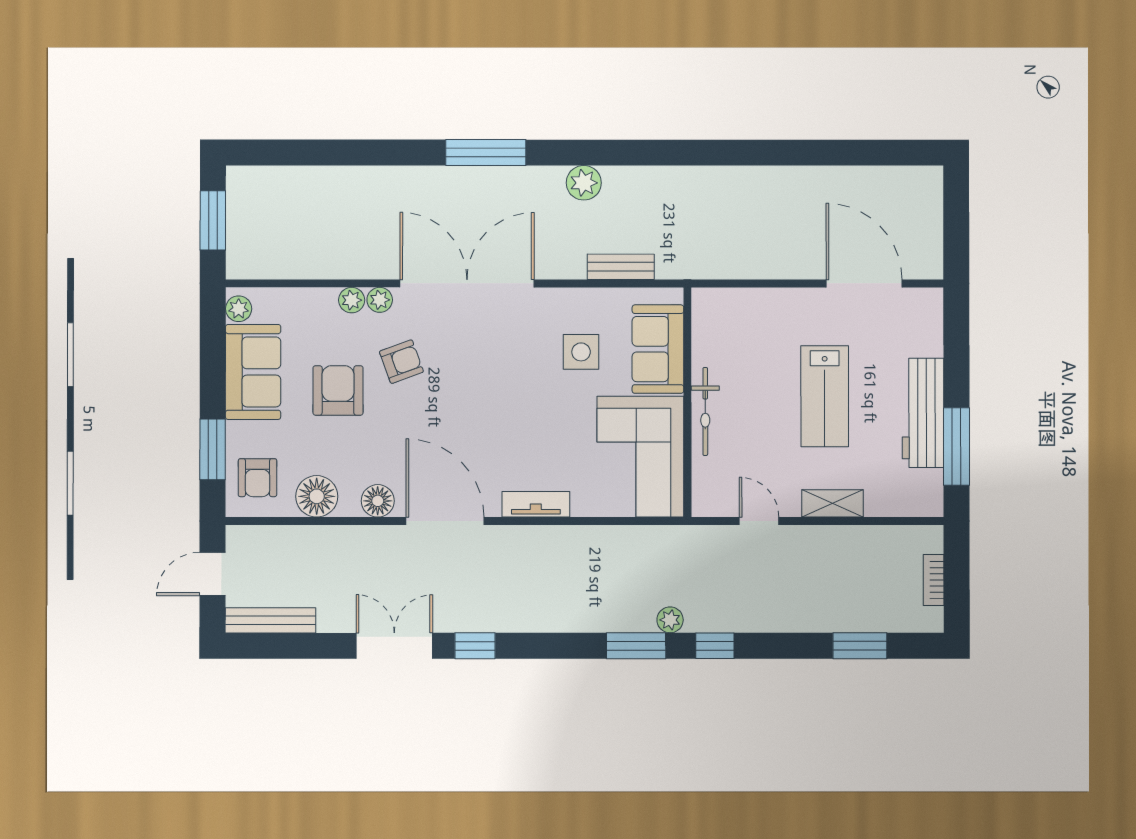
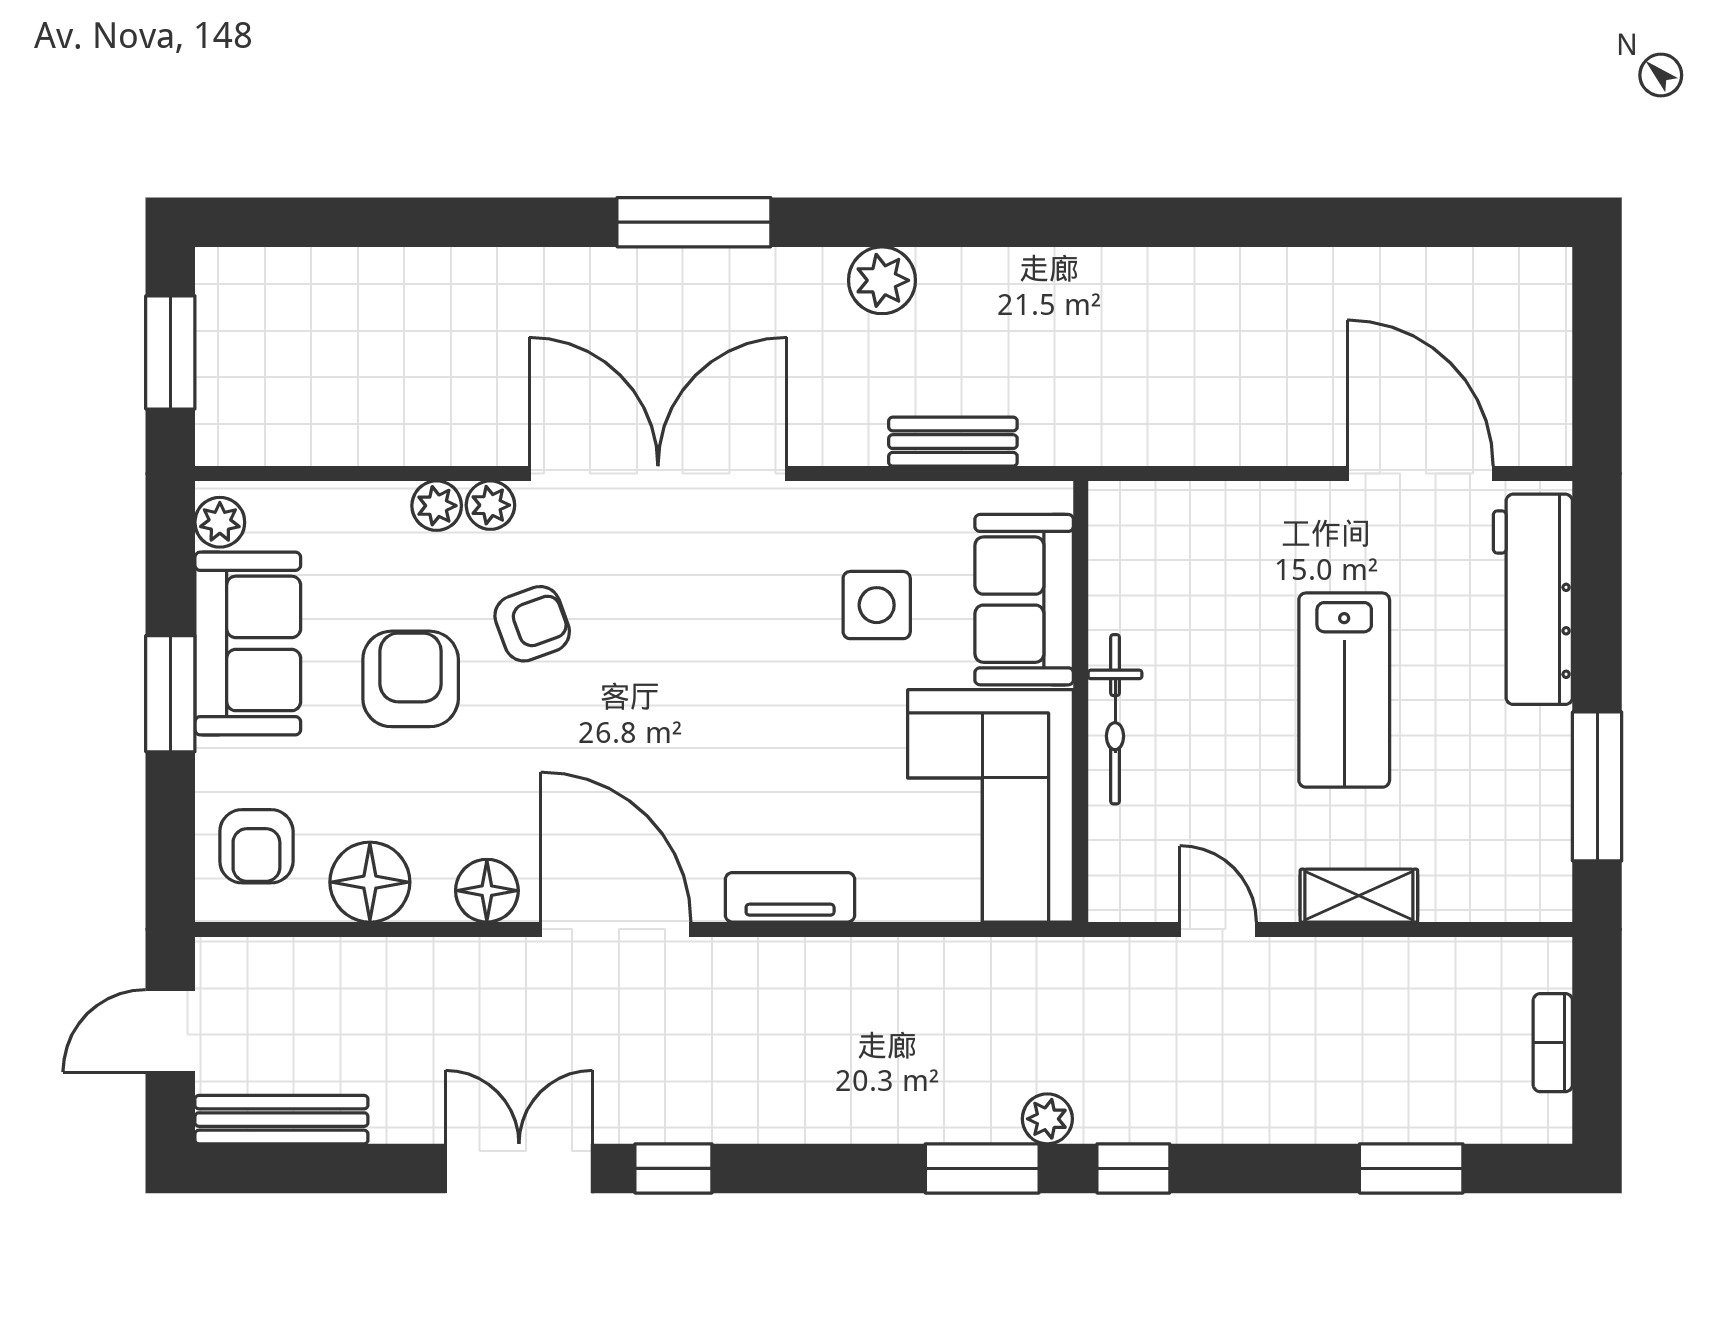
workbench: (923, 413) -> (1533, 599), moved
window: (213, 449) -> (170, 694), moved

